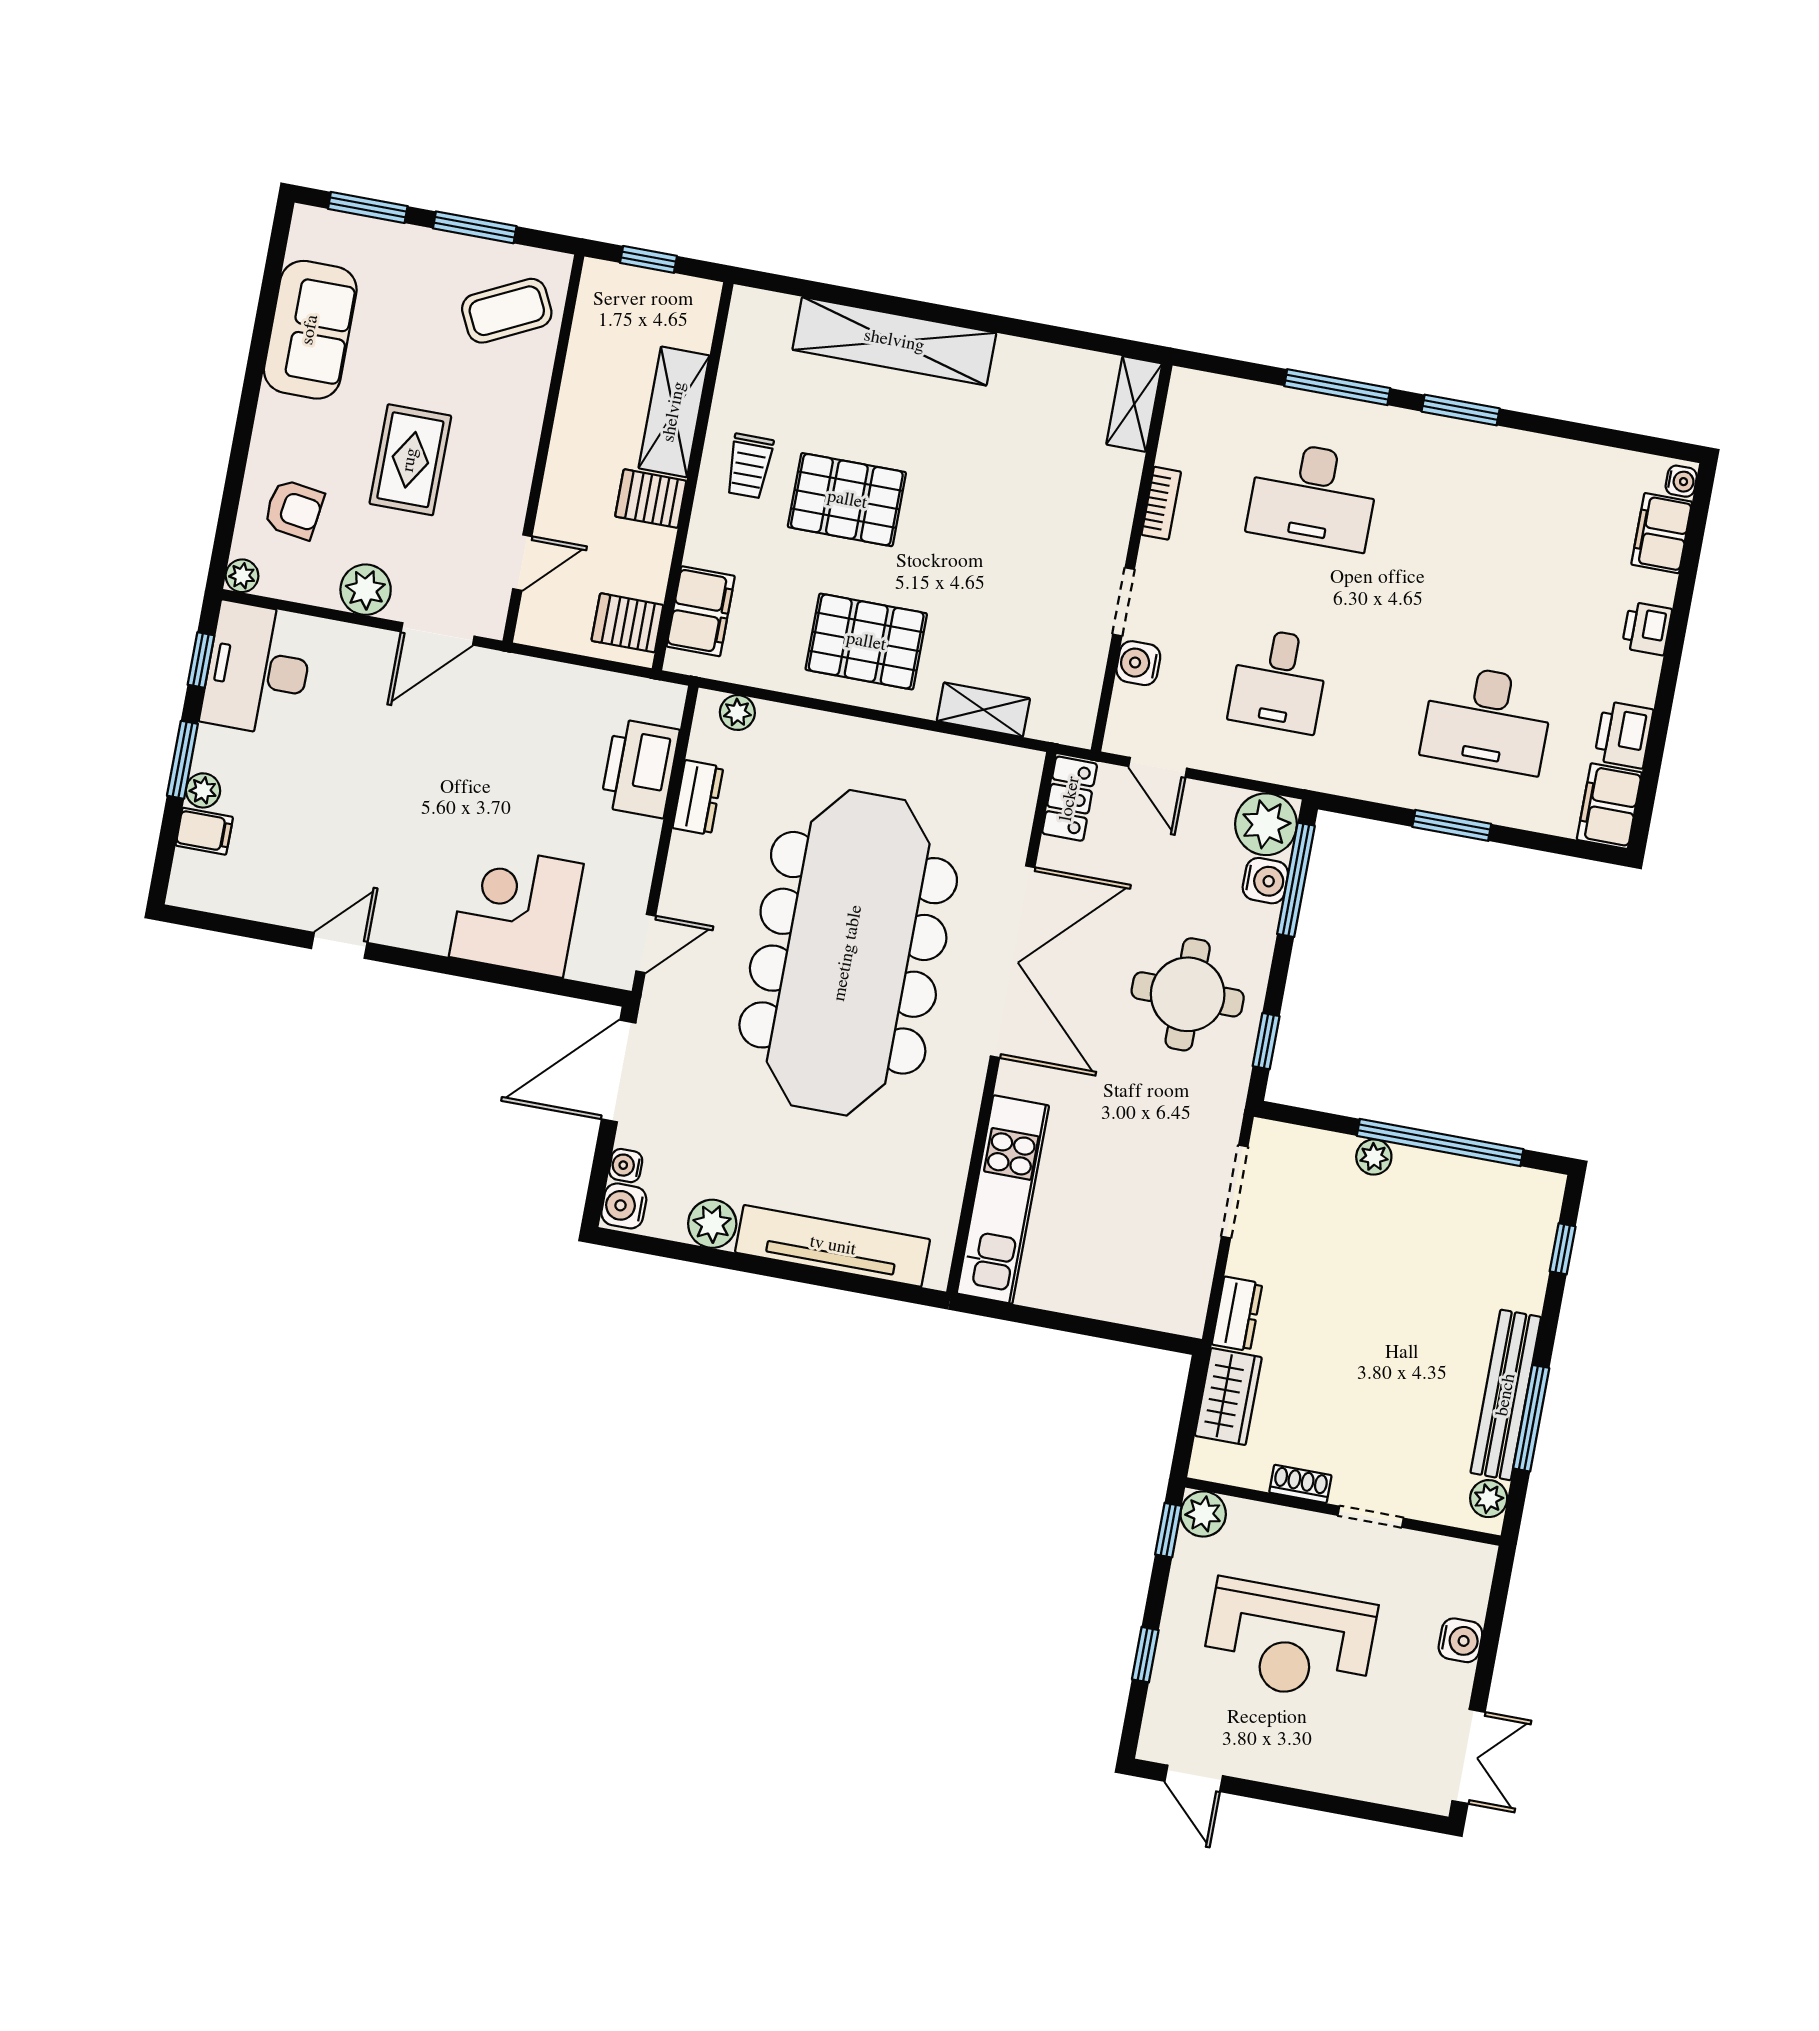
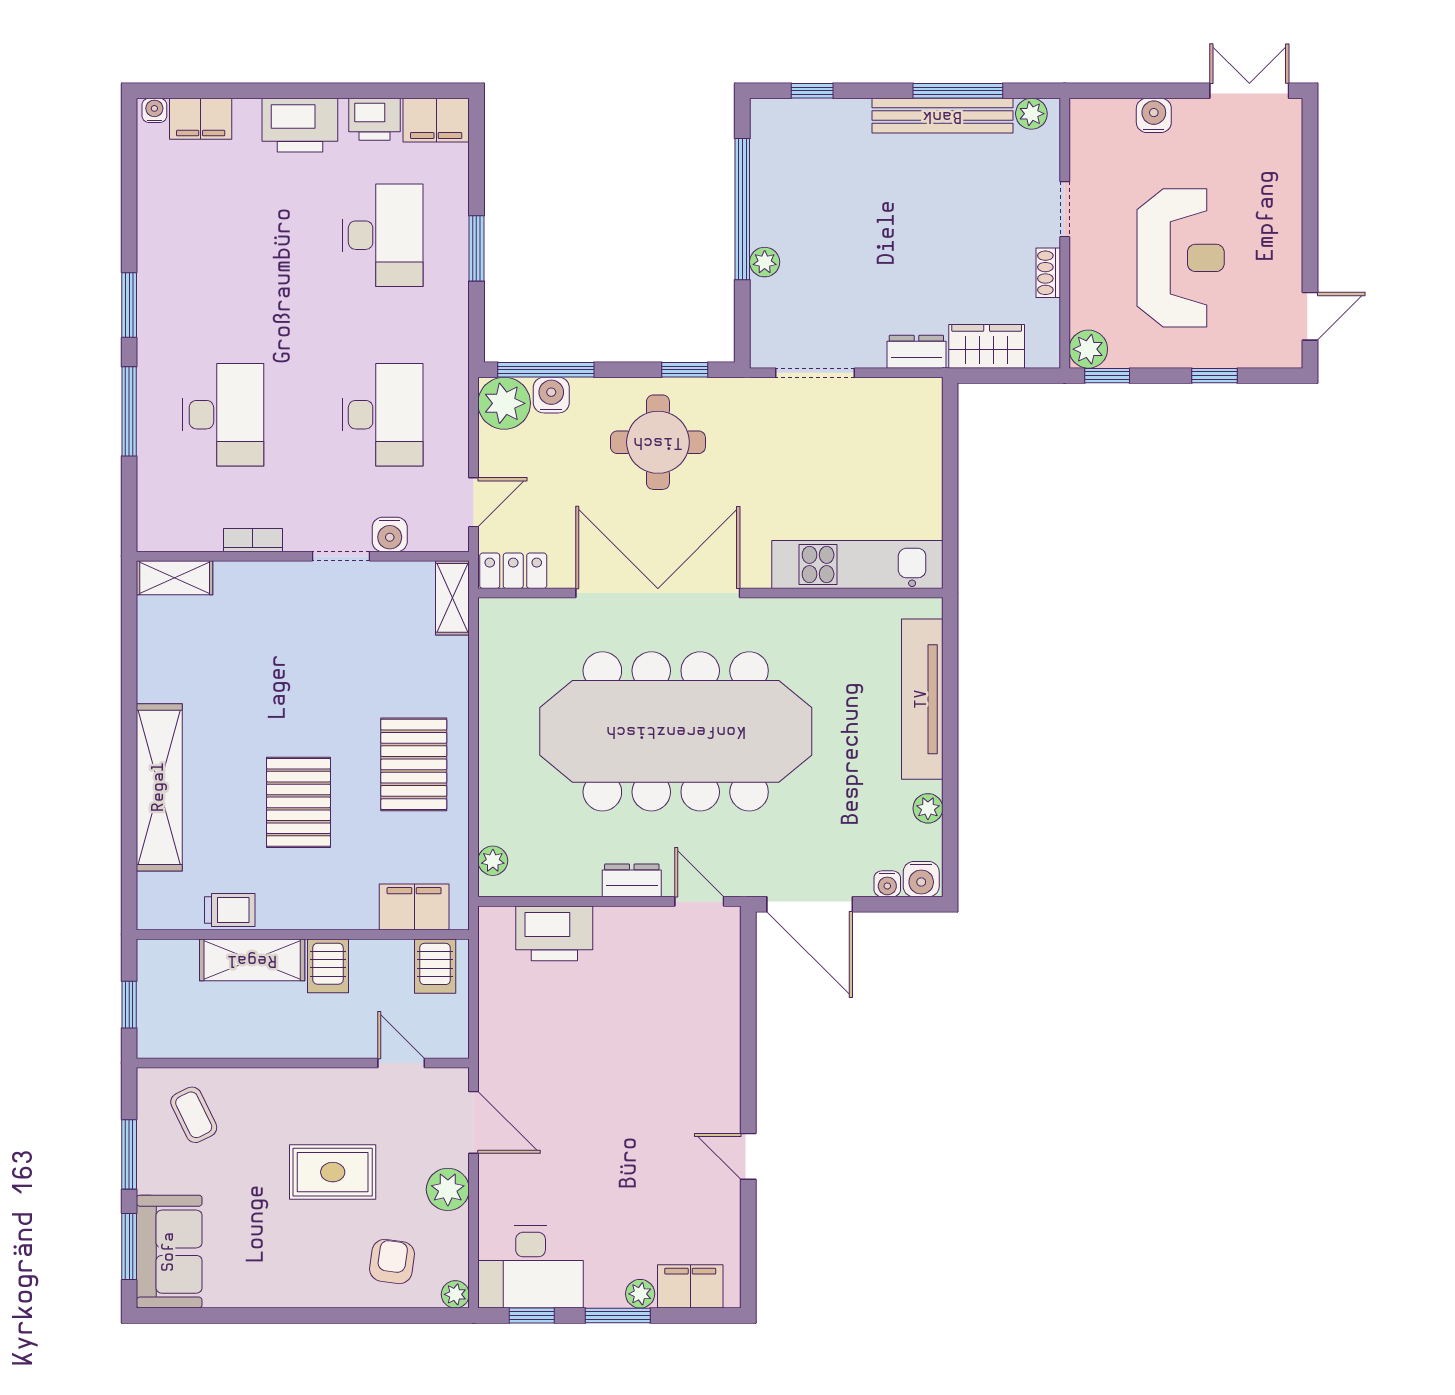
coffee table: (507, 311) -> (194, 1115), width x0.73, depth x0.77
sofa: (310, 330) -> (169, 1252), moved, turned 90
trolley: (749, 466) -> (230, 910), moved
printer: (1647, 628) -> (300, 125), width x1.87, depth x1.48
desk: (1279, 680) -> (382, 415), width x1.37
shelving: (983, 710) -> (452, 598), moved
dresser: (698, 798) -> (632, 880), moved
filing cabinet: (204, 831) -> (690, 1286), width x2.00
corner desk: (516, 910) -> (692, 1014), removed
plant: (712, 1224) -> (928, 808), width x0.73, depth x0.73

